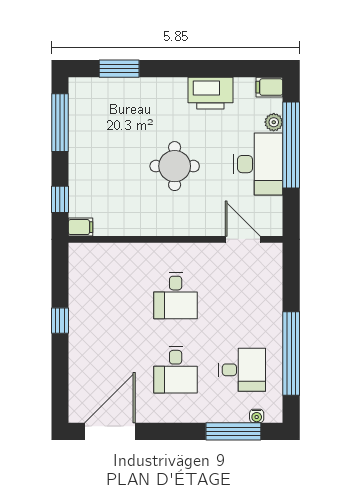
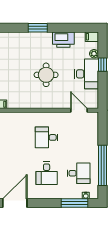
window: (119, 69) -> (38, 28), moved
window: (291, 145) -> (102, 65), width x0.32
desk: (176, 296) -> (47, 137), turned 90

